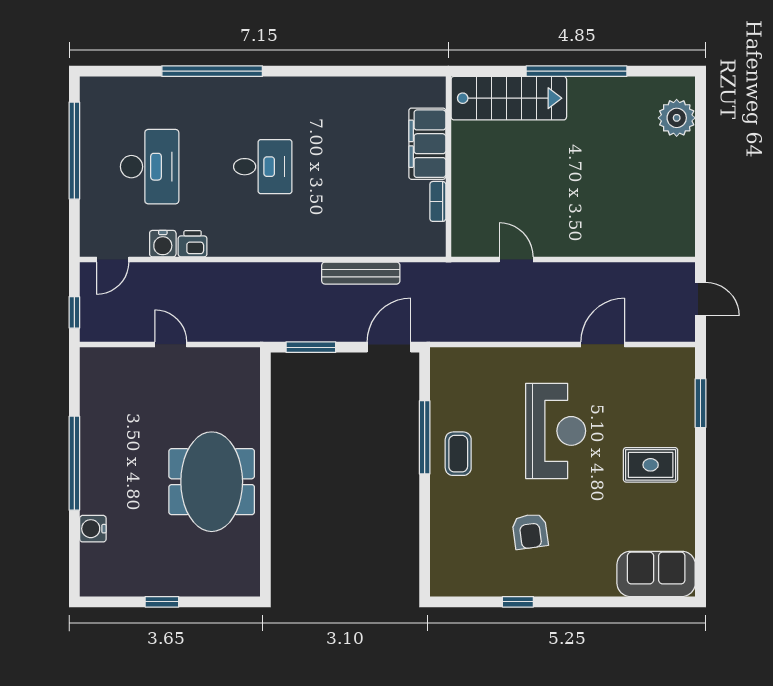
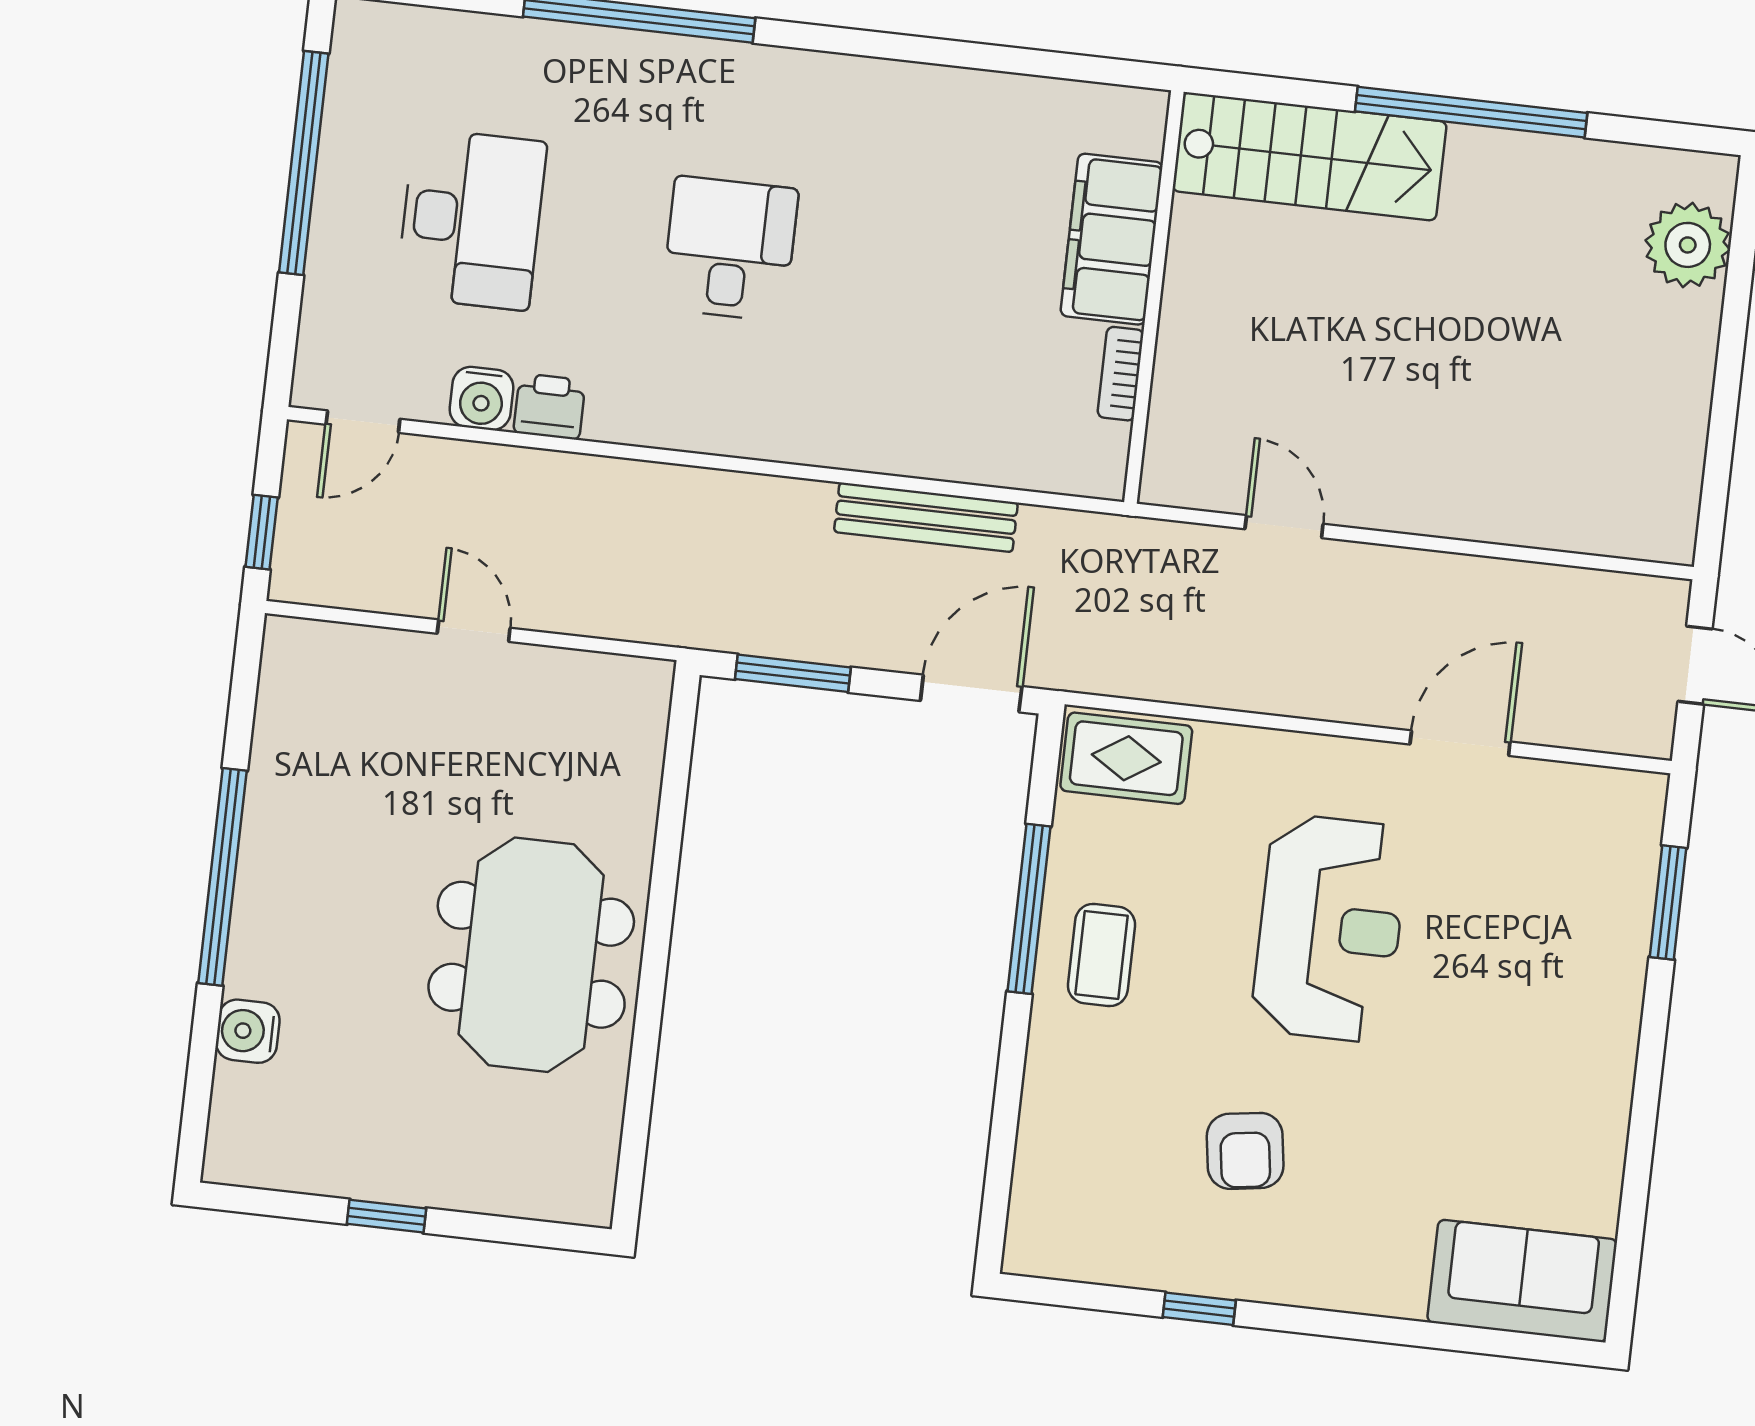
desk: (263, 167) -> (730, 249), turned -90
rug: (651, 465) -> (1126, 758), moved

